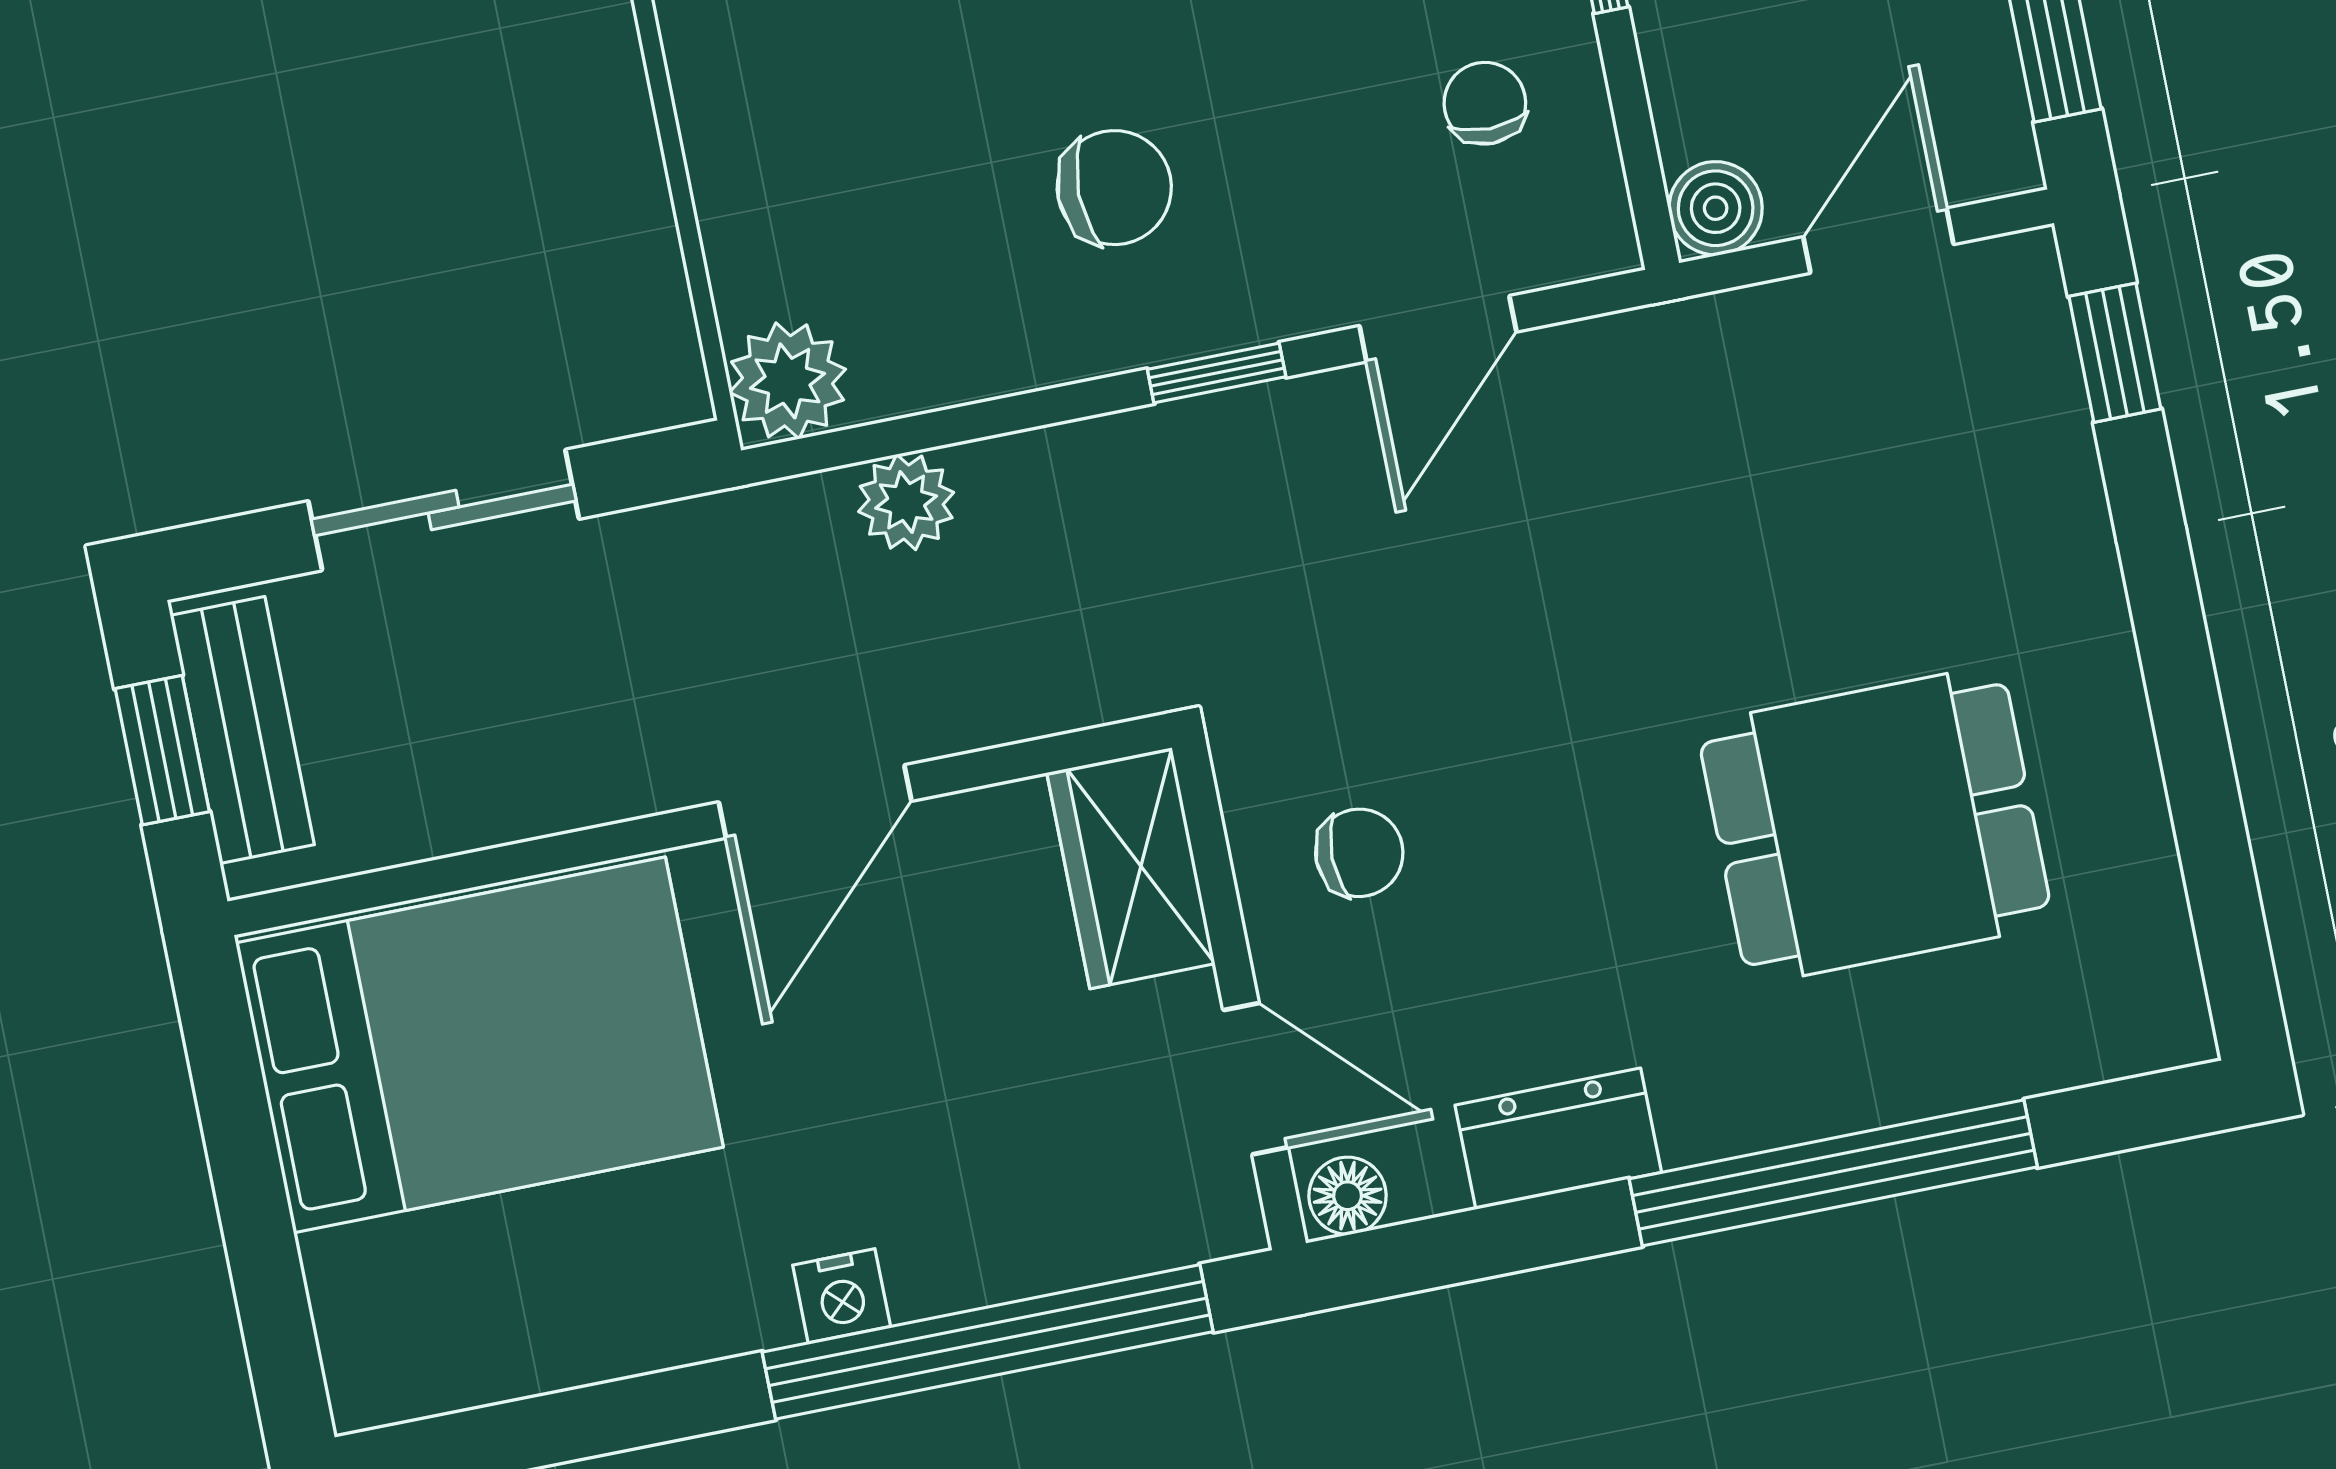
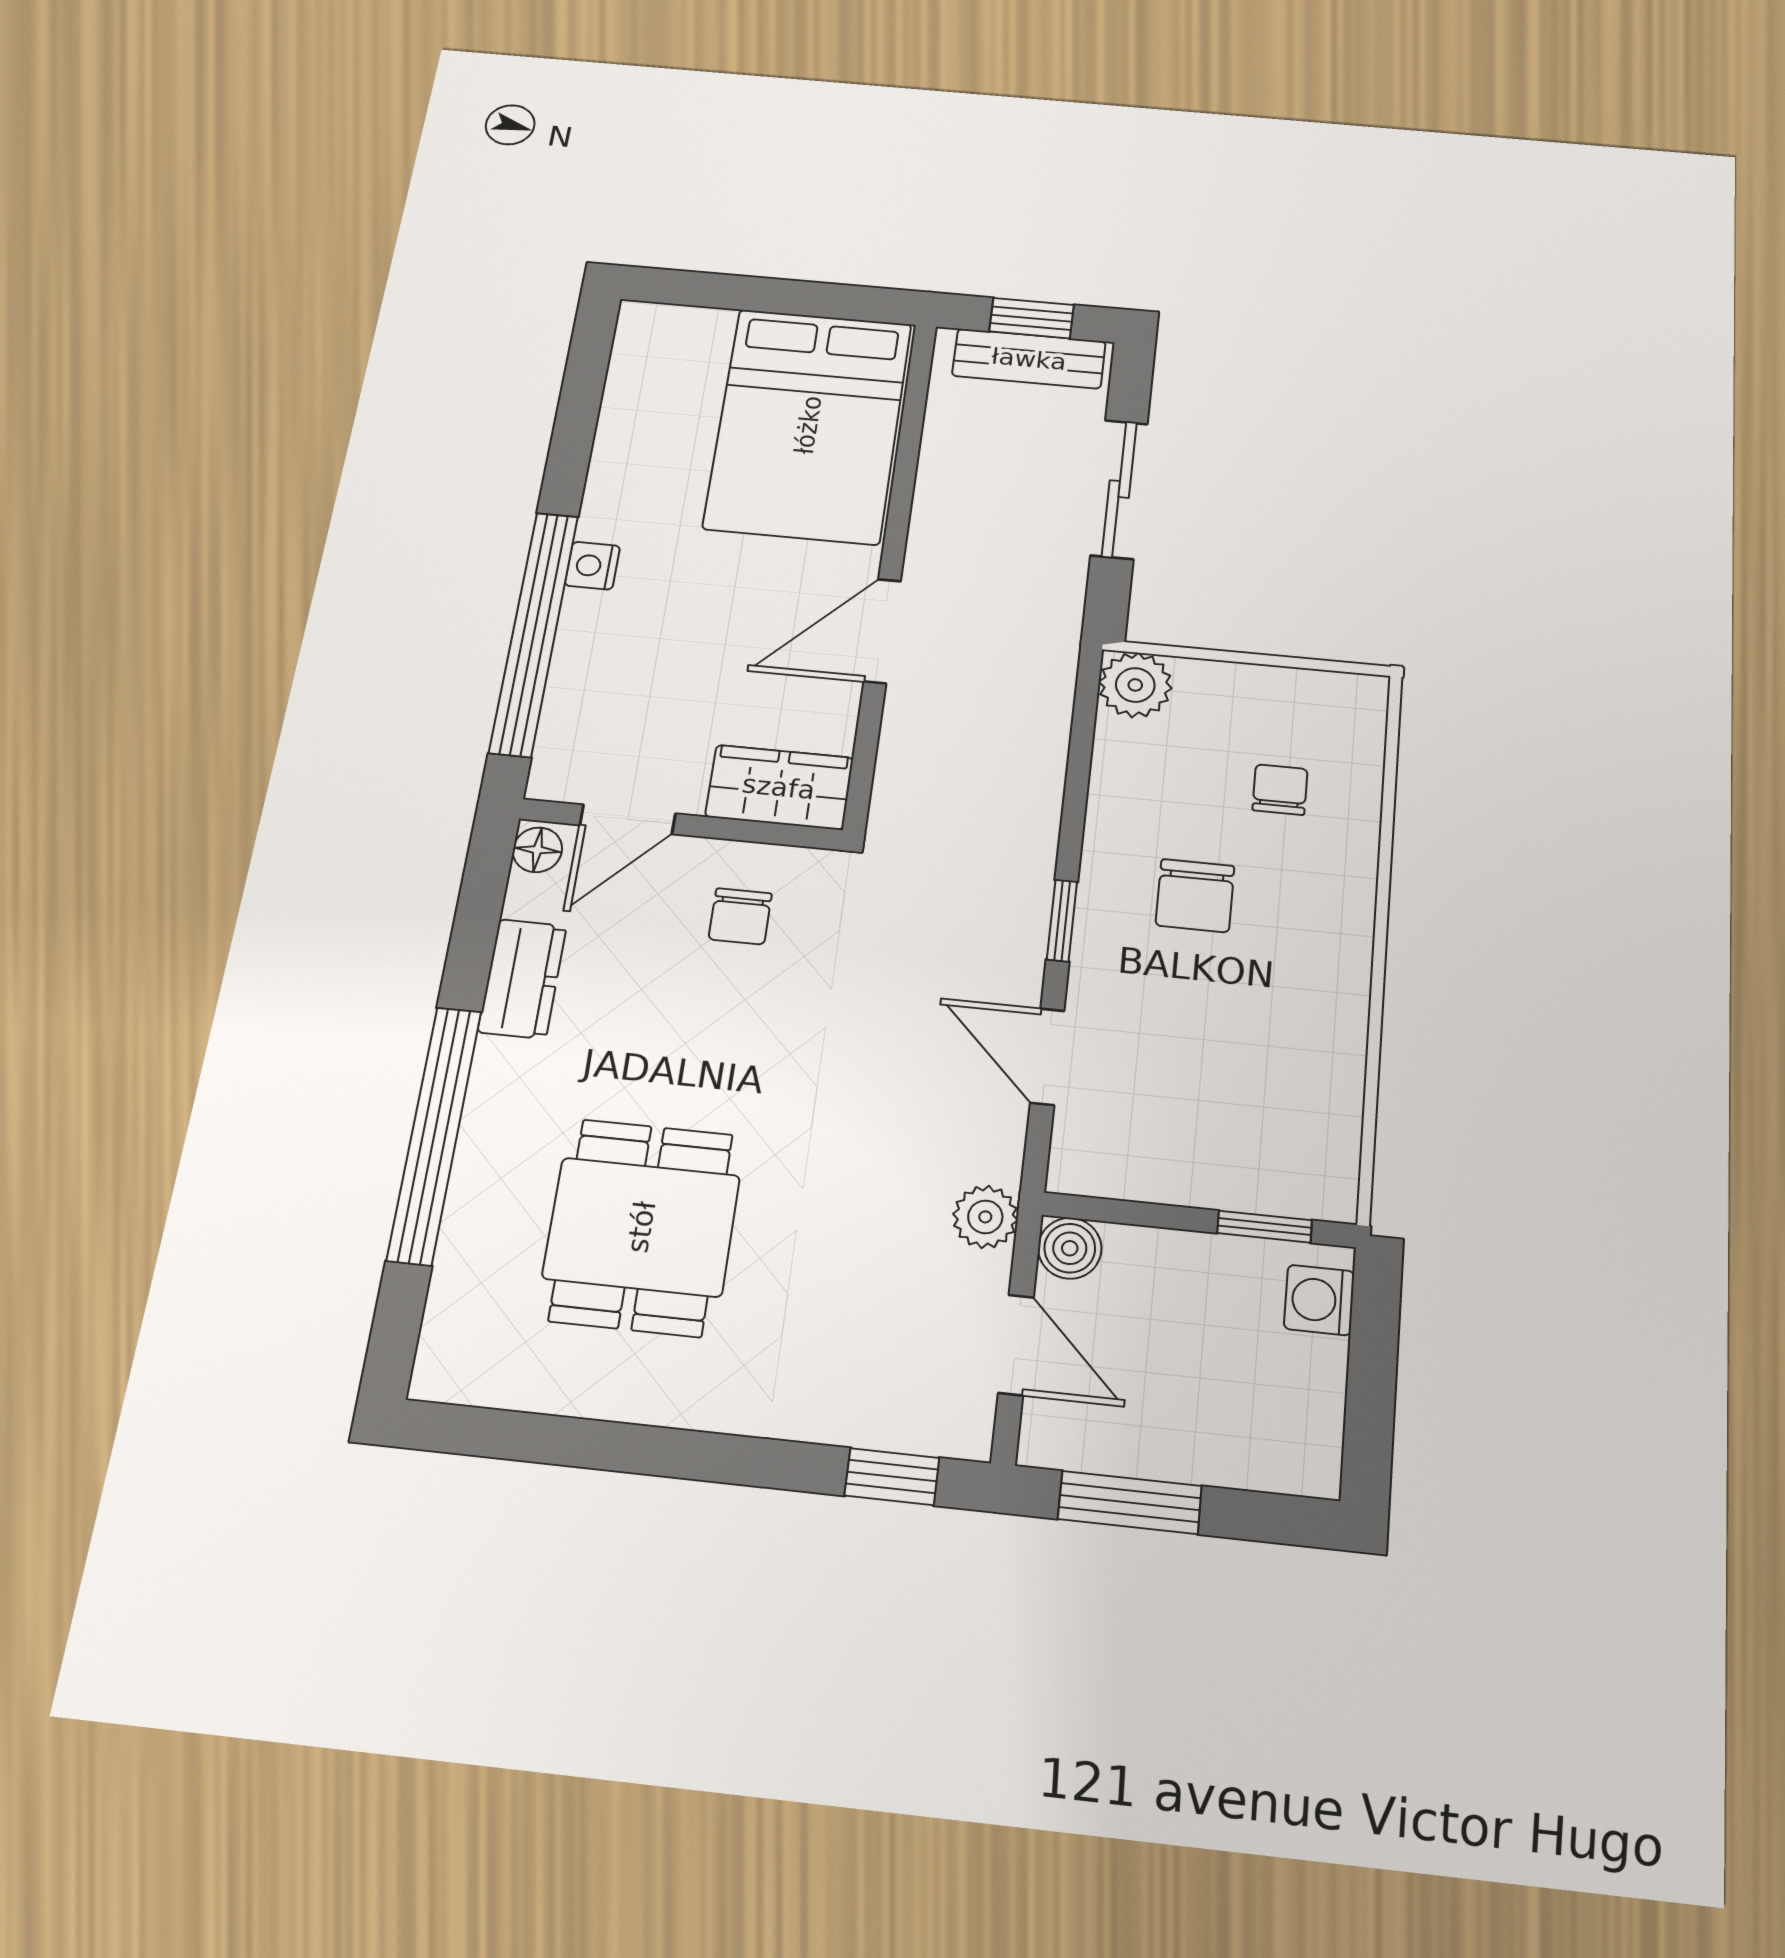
chair: (1485, 103) -> (1280, 790), moved, turned -90
plant: (906, 502) -> (985, 1217), moved
door: (815, 802) -> (882, 631), hinge flipped

